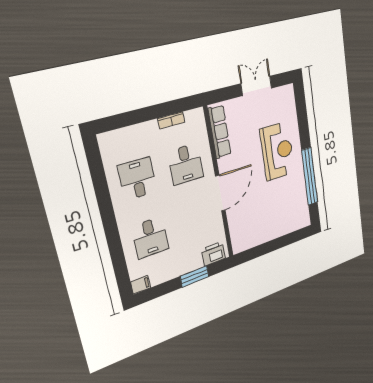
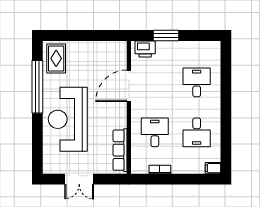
reception desk: (277, 151) -> (68, 119), width x1.36, depth x1.30
door: (220, 193) -> (129, 86), moved
rug: (297, 212) -> (56, 58), added
filing cabinet: (141, 285) -> (213, 168), moved

